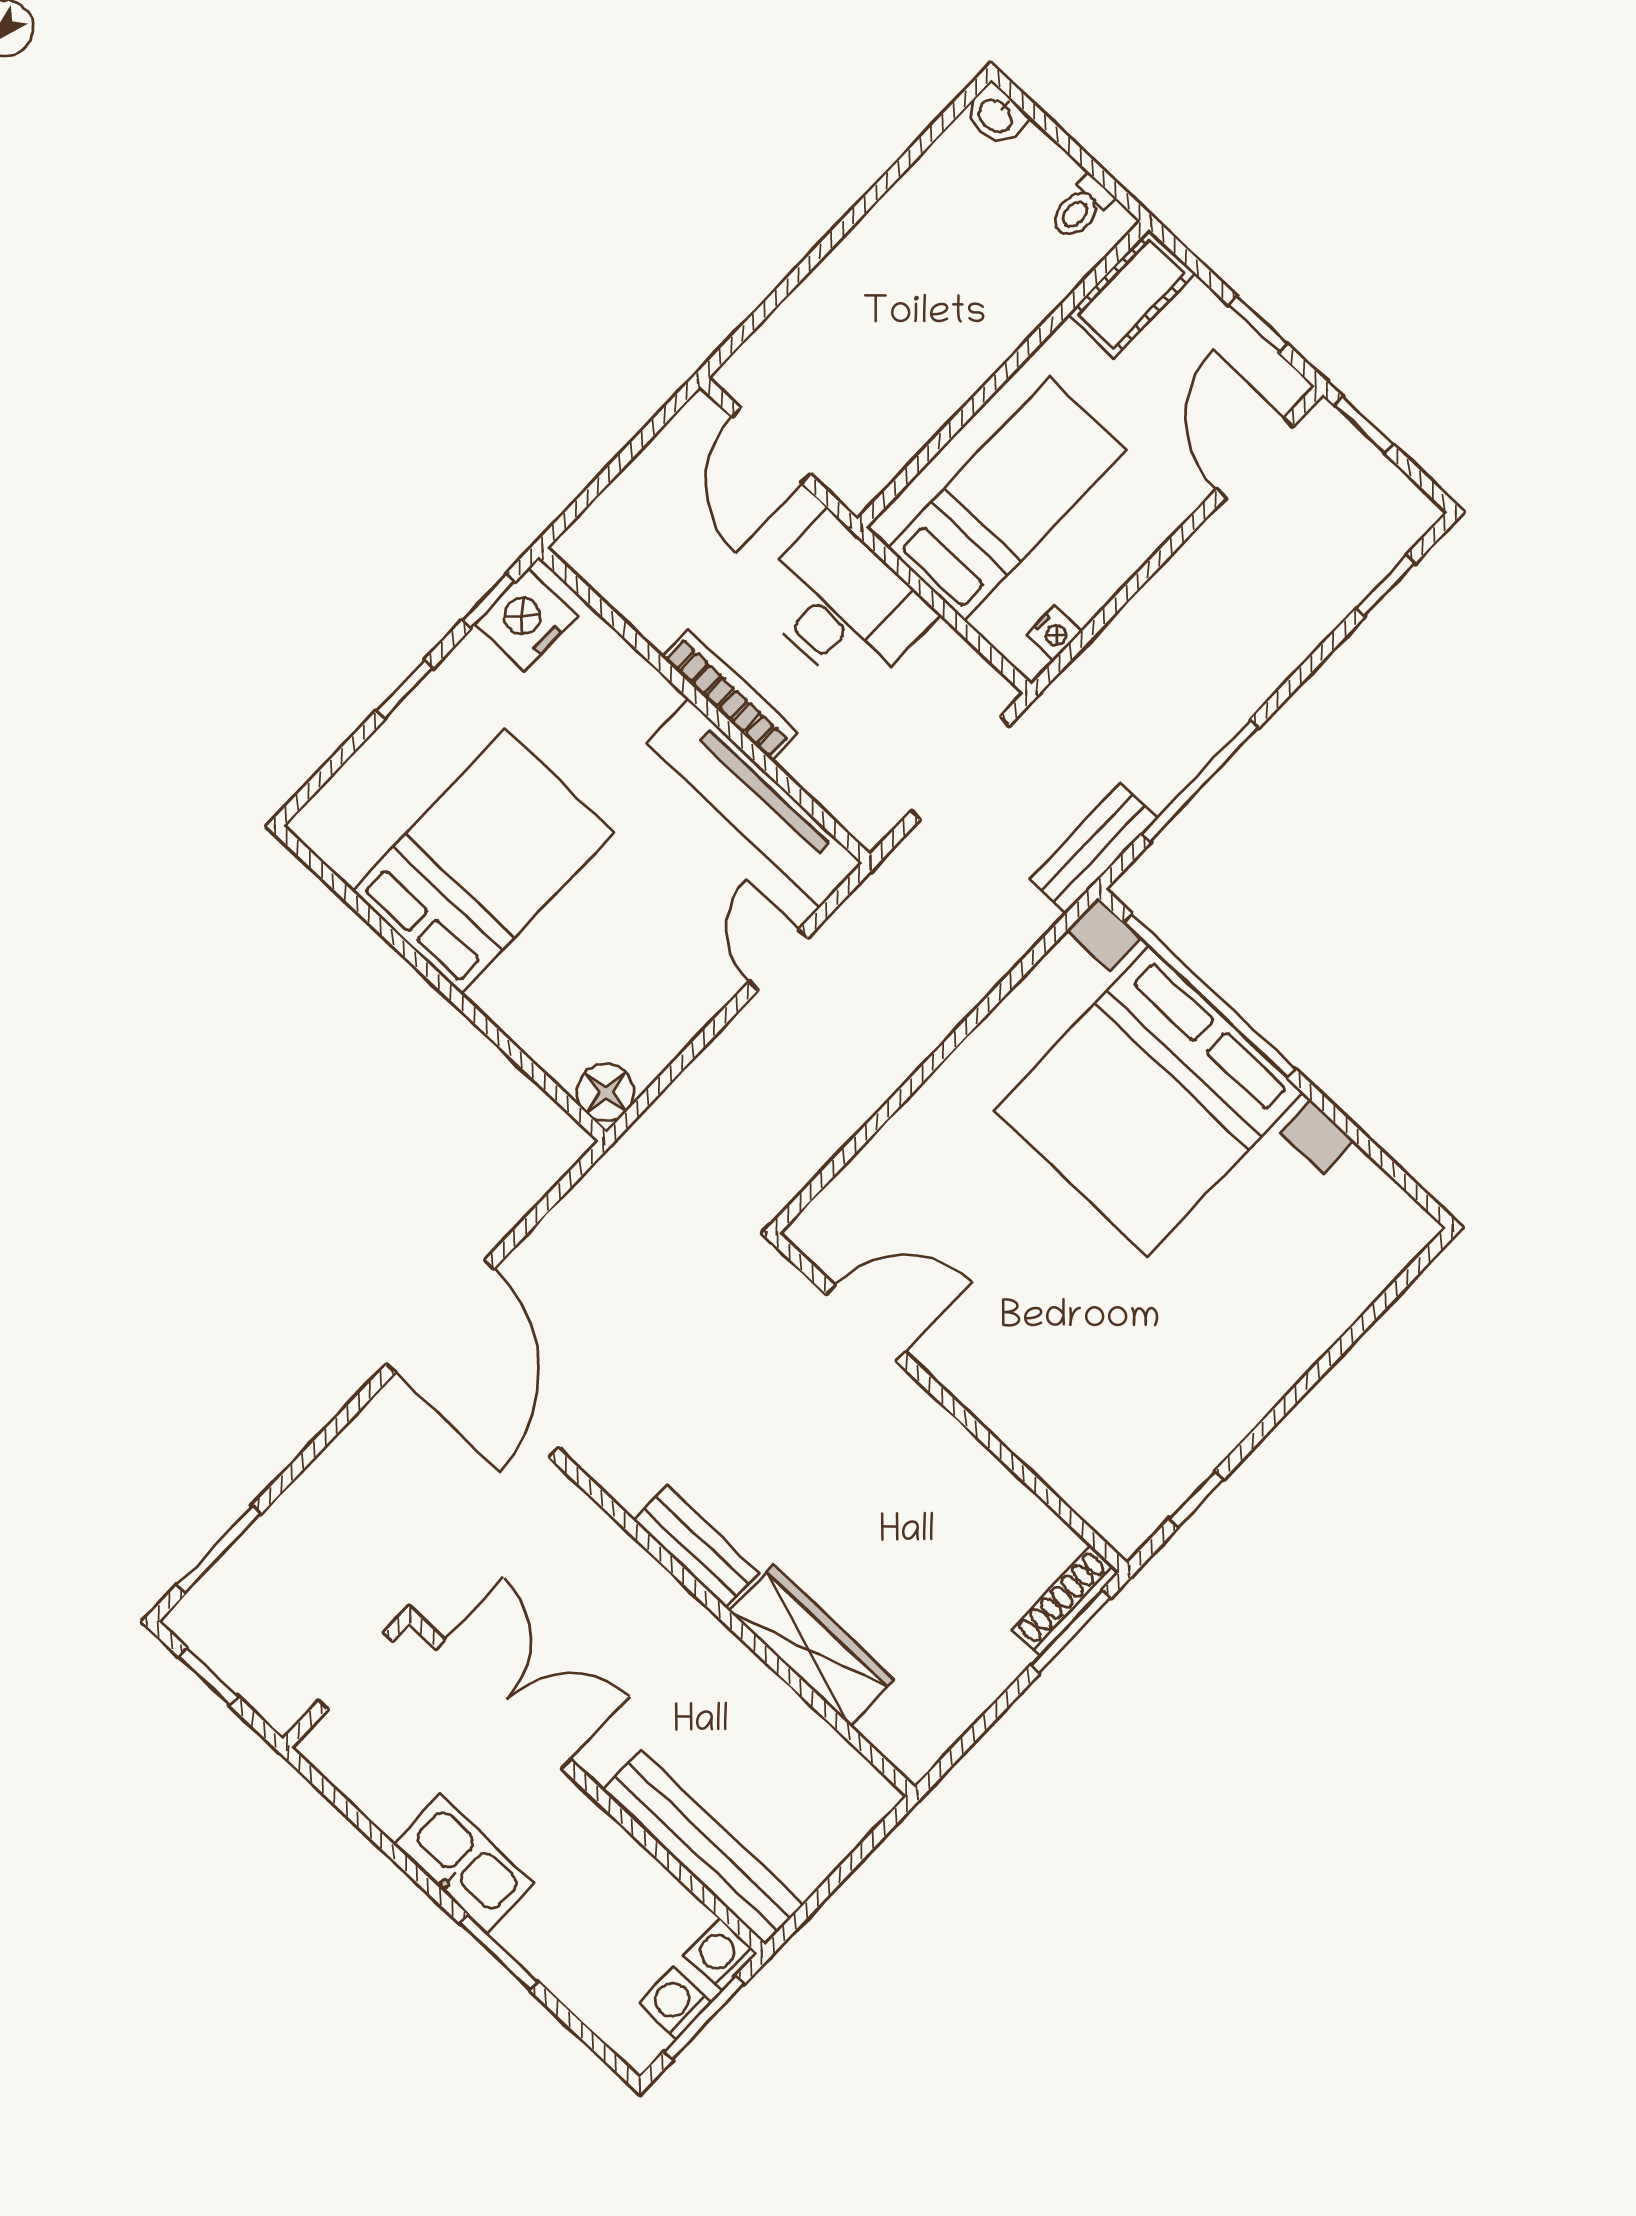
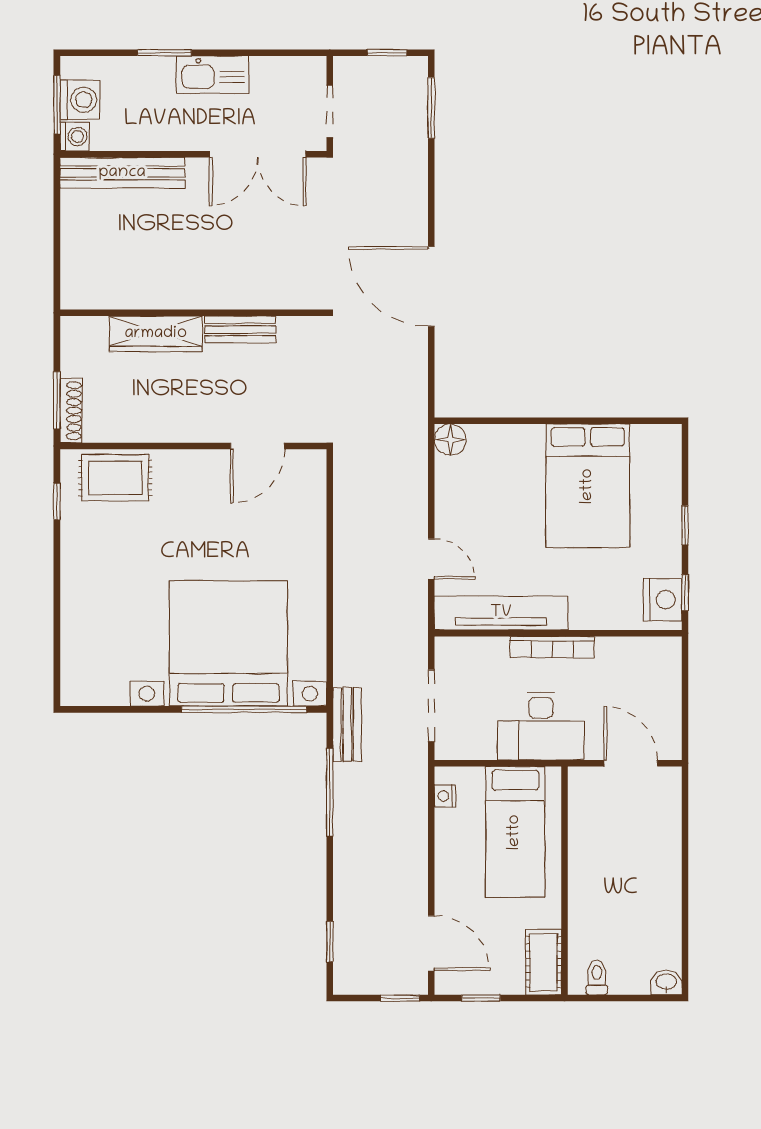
rug: (1091, 1458) -> (115, 478), added
bench: (696, 1547) -> (240, 330), moved
wall: (737, 1626) -> (193, 313), moved
wardrobe: (812, 1645) -> (156, 334), moved
washing machine: (675, 2003) -> (80, 100), width x1.38, depth x1.38

